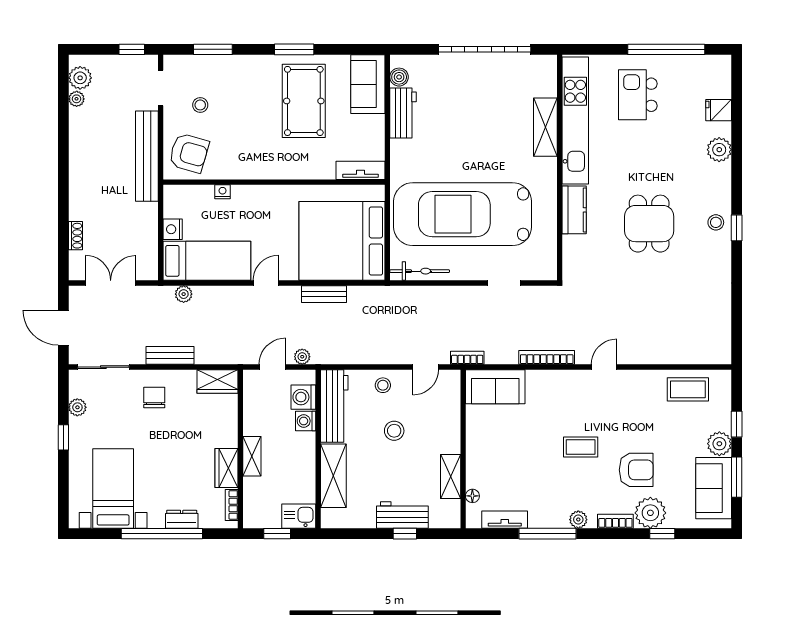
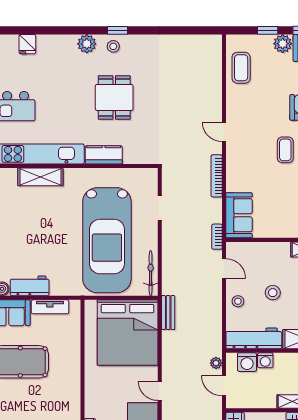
plant: (719, 150) -> (87, 44), moved
tv unit: (361, 170) -> (50, 307), moved, turned -90
dining table: (649, 224) -> (114, 97), turned 90
bench: (324, 294) -> (168, 313), moved

